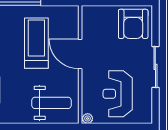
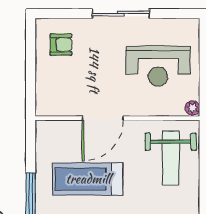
armchair: (133, 24) -> (61, 45), width x0.53, depth x0.53
weight bench: (51, 103) -> (171, 158), turned 180

